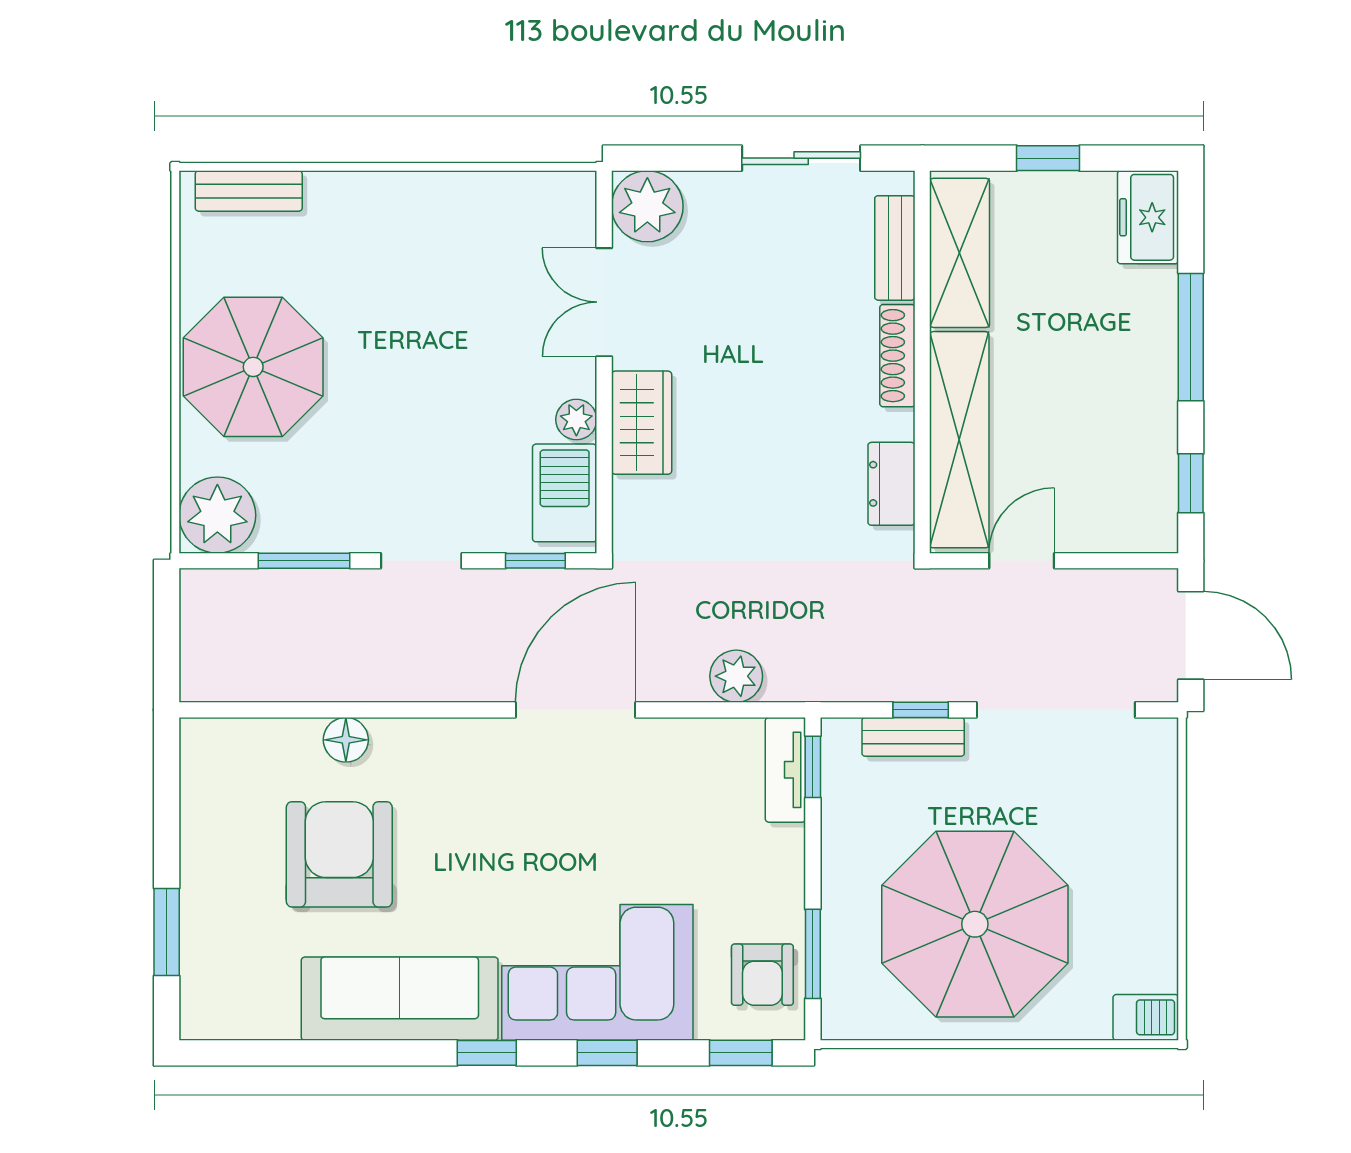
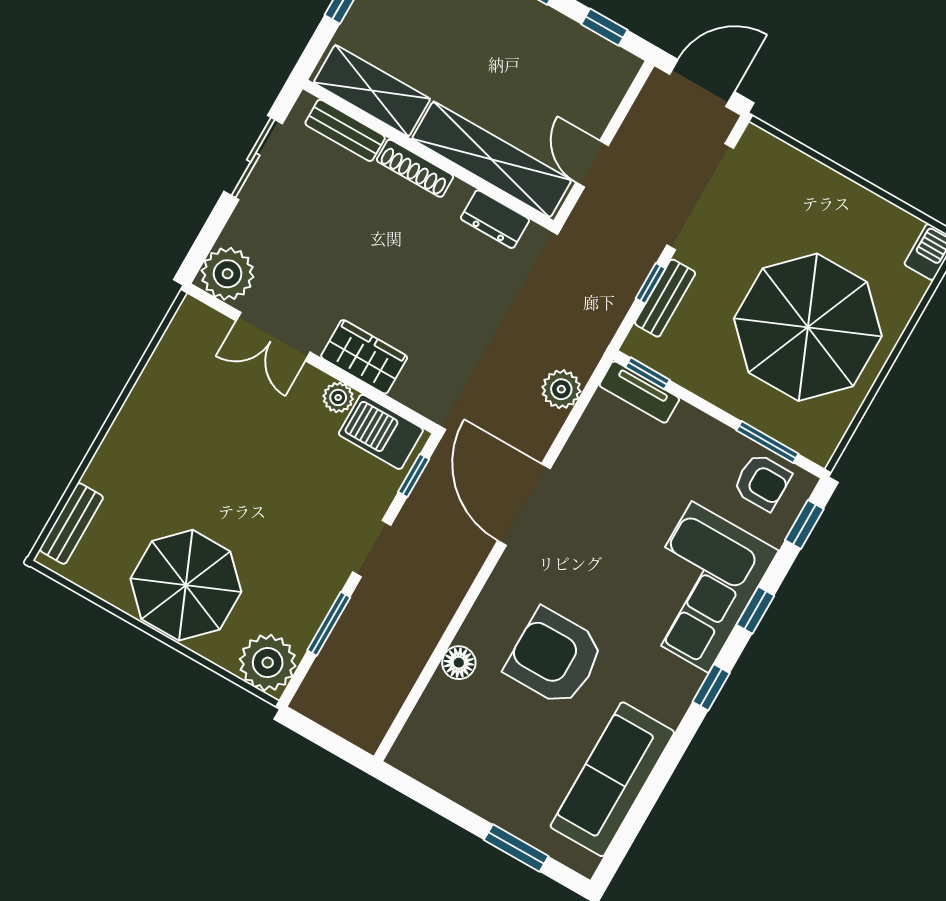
armchair: (339, 854) -> (554, 657), moved
sofa: (400, 999) -> (612, 779), moved

